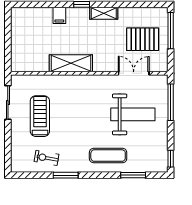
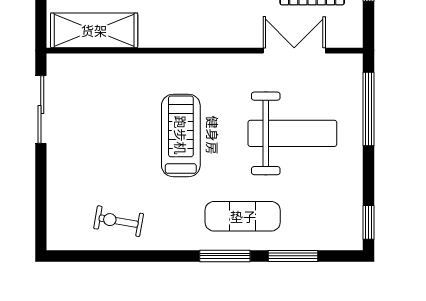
shelving: (71, 63) -> (94, 30), moved
treadmill: (40, 116) -> (181, 135), moved
window: (66, 175) -> (225, 256), moved

